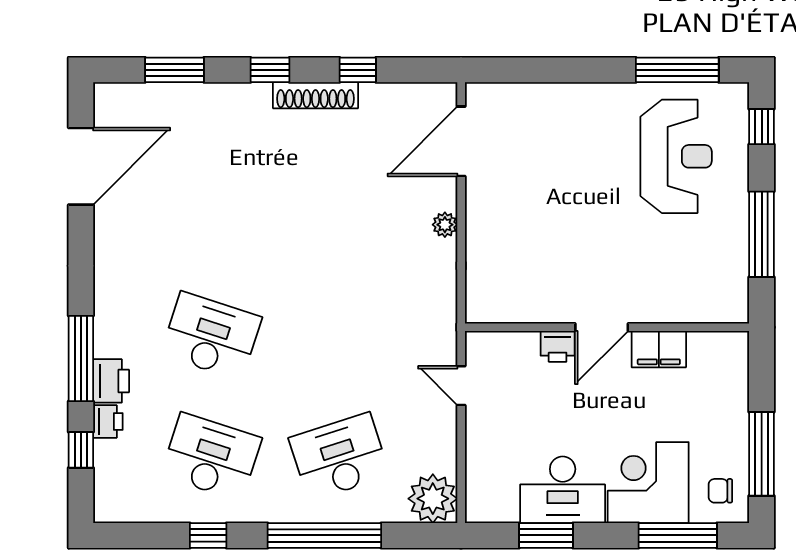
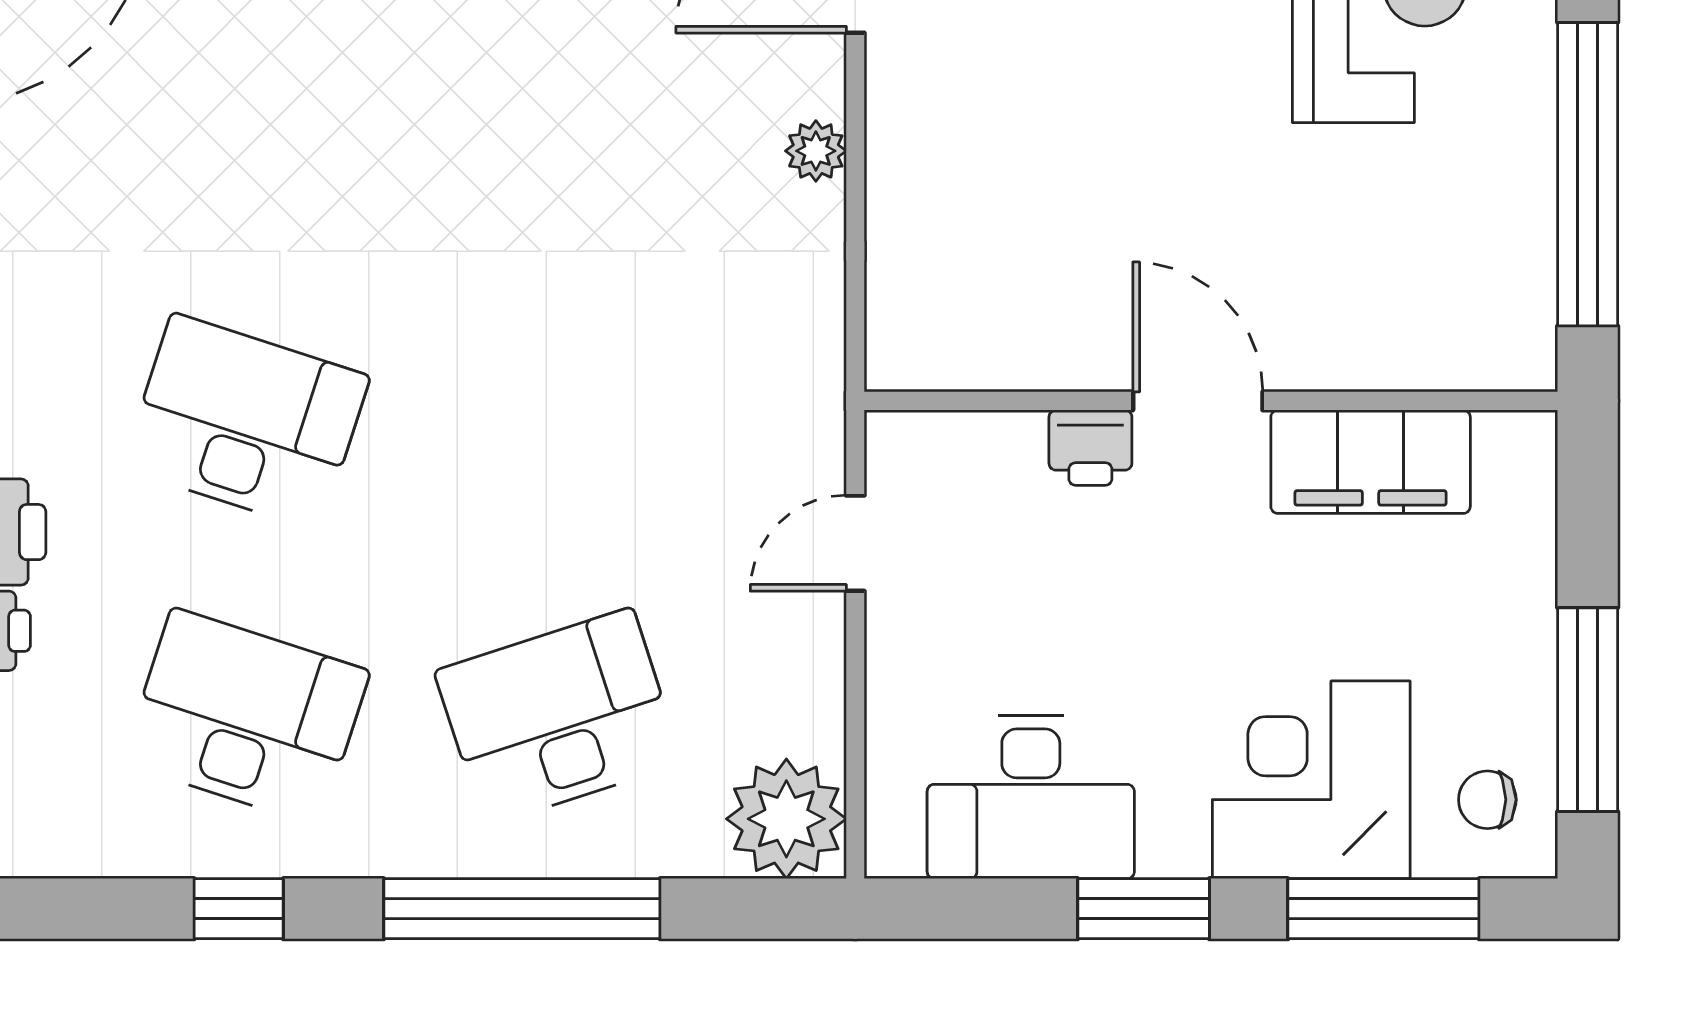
window: (762, 234) -> (1588, 174), width x1.46
door: (602, 327) -> (1198, 401), swing flipped
filing cabinet: (659, 349) -> (1371, 462), width x1.50, depth x1.17
door: (461, 386) -> (855, 543), hinge flipped
desk: (563, 490) -> (1031, 797), moved
window: (546, 535) -> (1144, 909), moved

